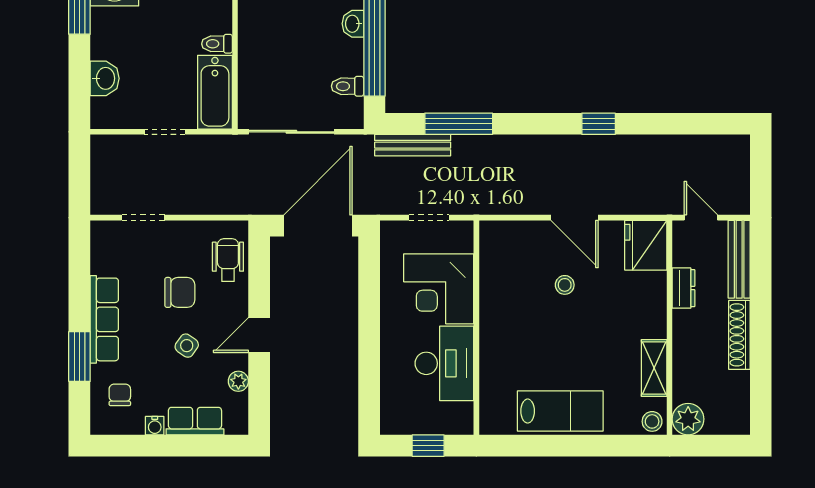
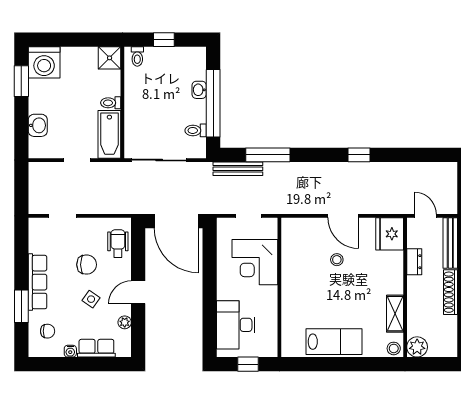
door: (318, 226) -> (176, 221), swing flipped
desk: (444, 363) -> (236, 325), moved, turned 180
chair: (120, 395) -> (48, 331), turned 90

